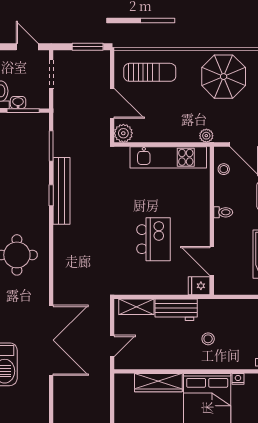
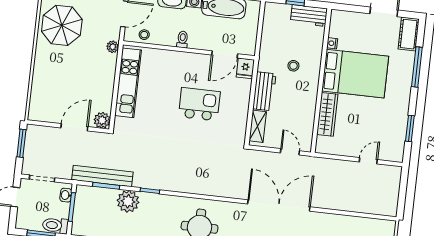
sun lounger: (150, 72) -> (51, 91), removed
washbasin: (18, 102) -> (66, 195), moved
plant: (37, 172) -> (128, 201), added
bench: (62, 191) -> (102, 176), moved

